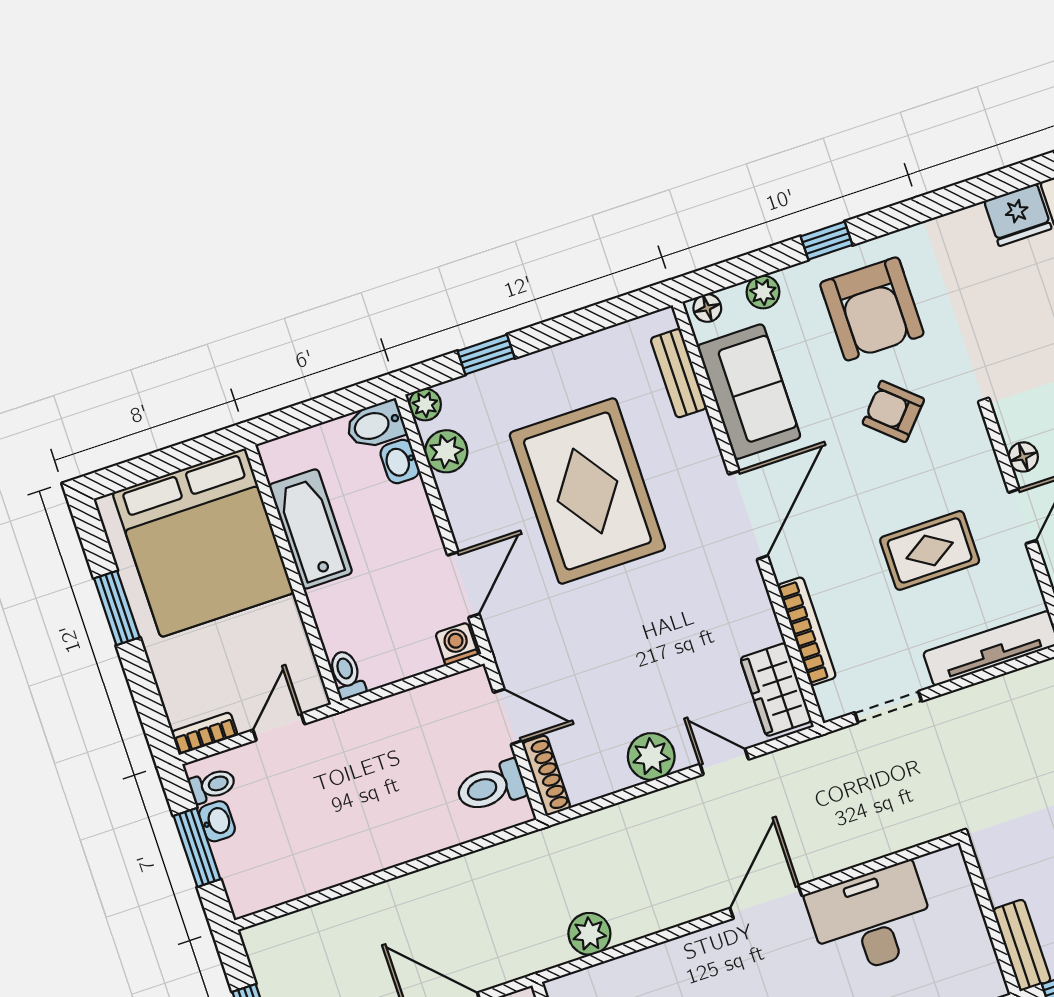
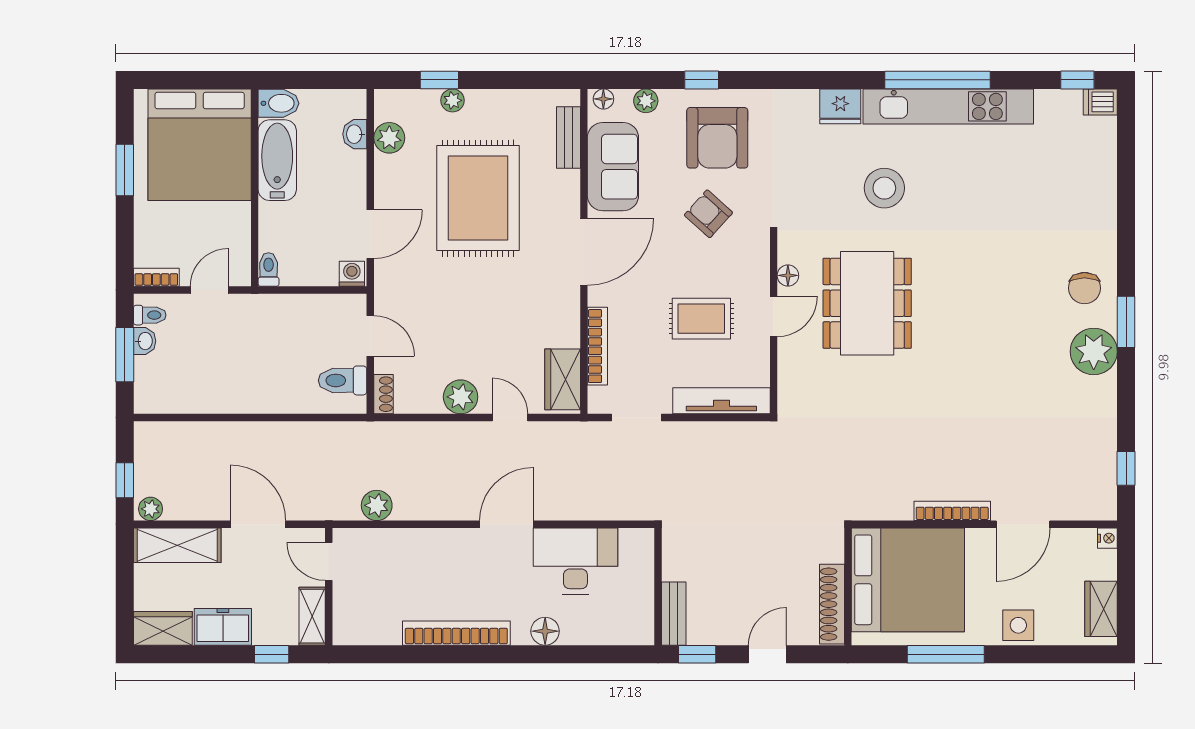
plant: (425, 405) -> (452, 100), moved
bidet: (375, 425) -> (279, 103), moved, turned 180
shoe rack: (546, 776) -> (383, 394), width x0.70

